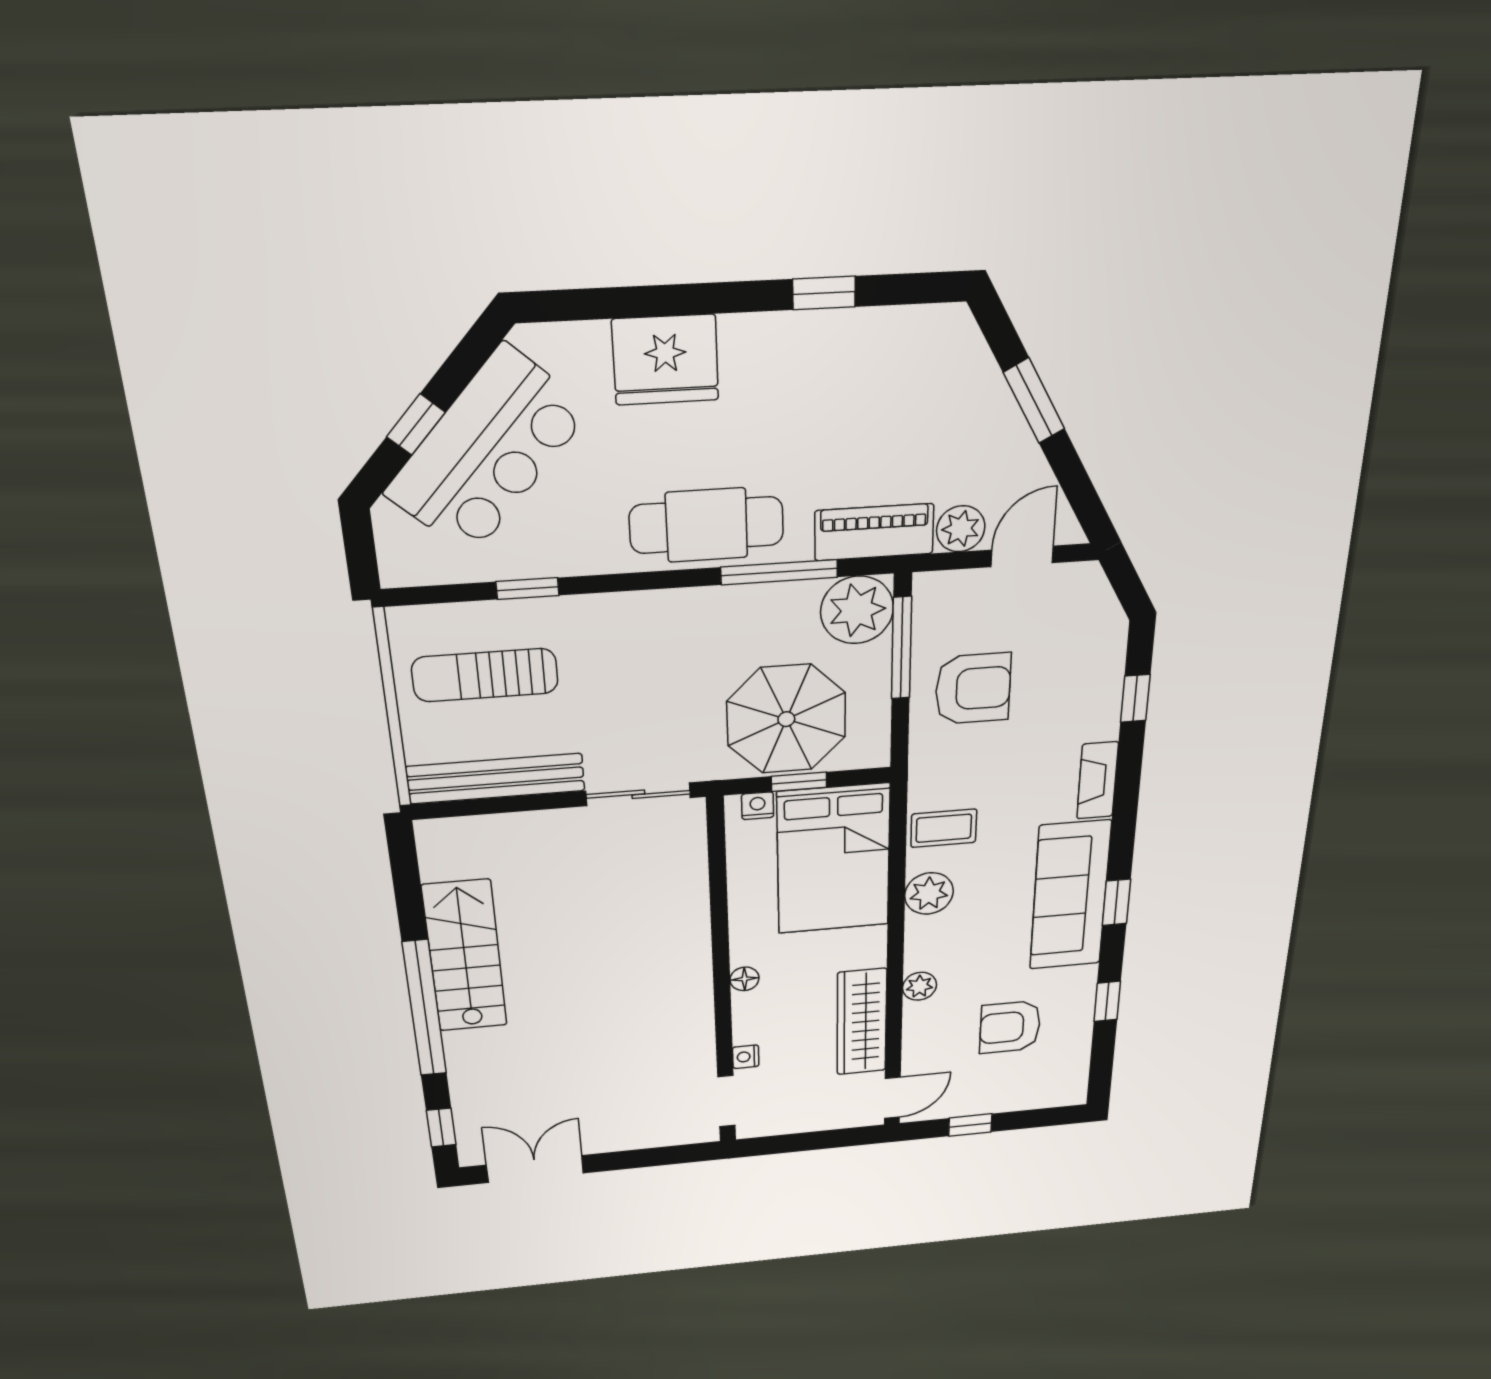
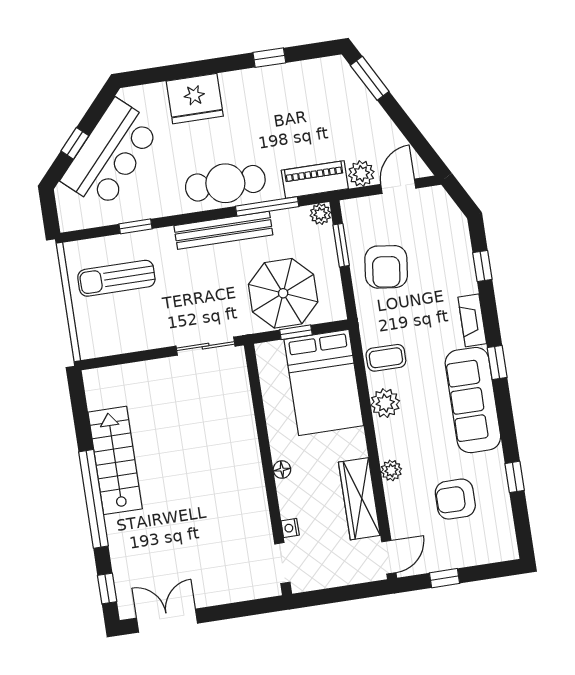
window: (1034, 401) -> (370, 78), moved
plant: (857, 610) -> (320, 214), width x0.53, depth x0.53
window: (902, 648) -> (341, 245), width x0.69
armchair: (973, 689) -> (386, 267), turned 97
bench: (496, 779) -> (223, 230), moved
nightstand: (758, 806) -> (274, 349), removed
window: (1116, 902) -> (497, 363), moved

